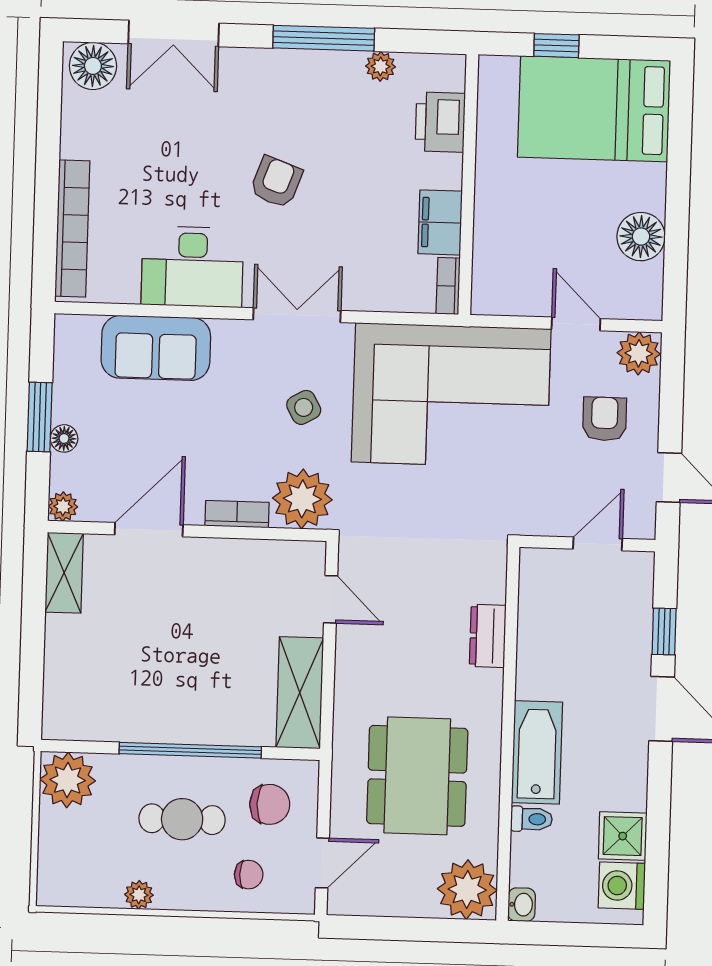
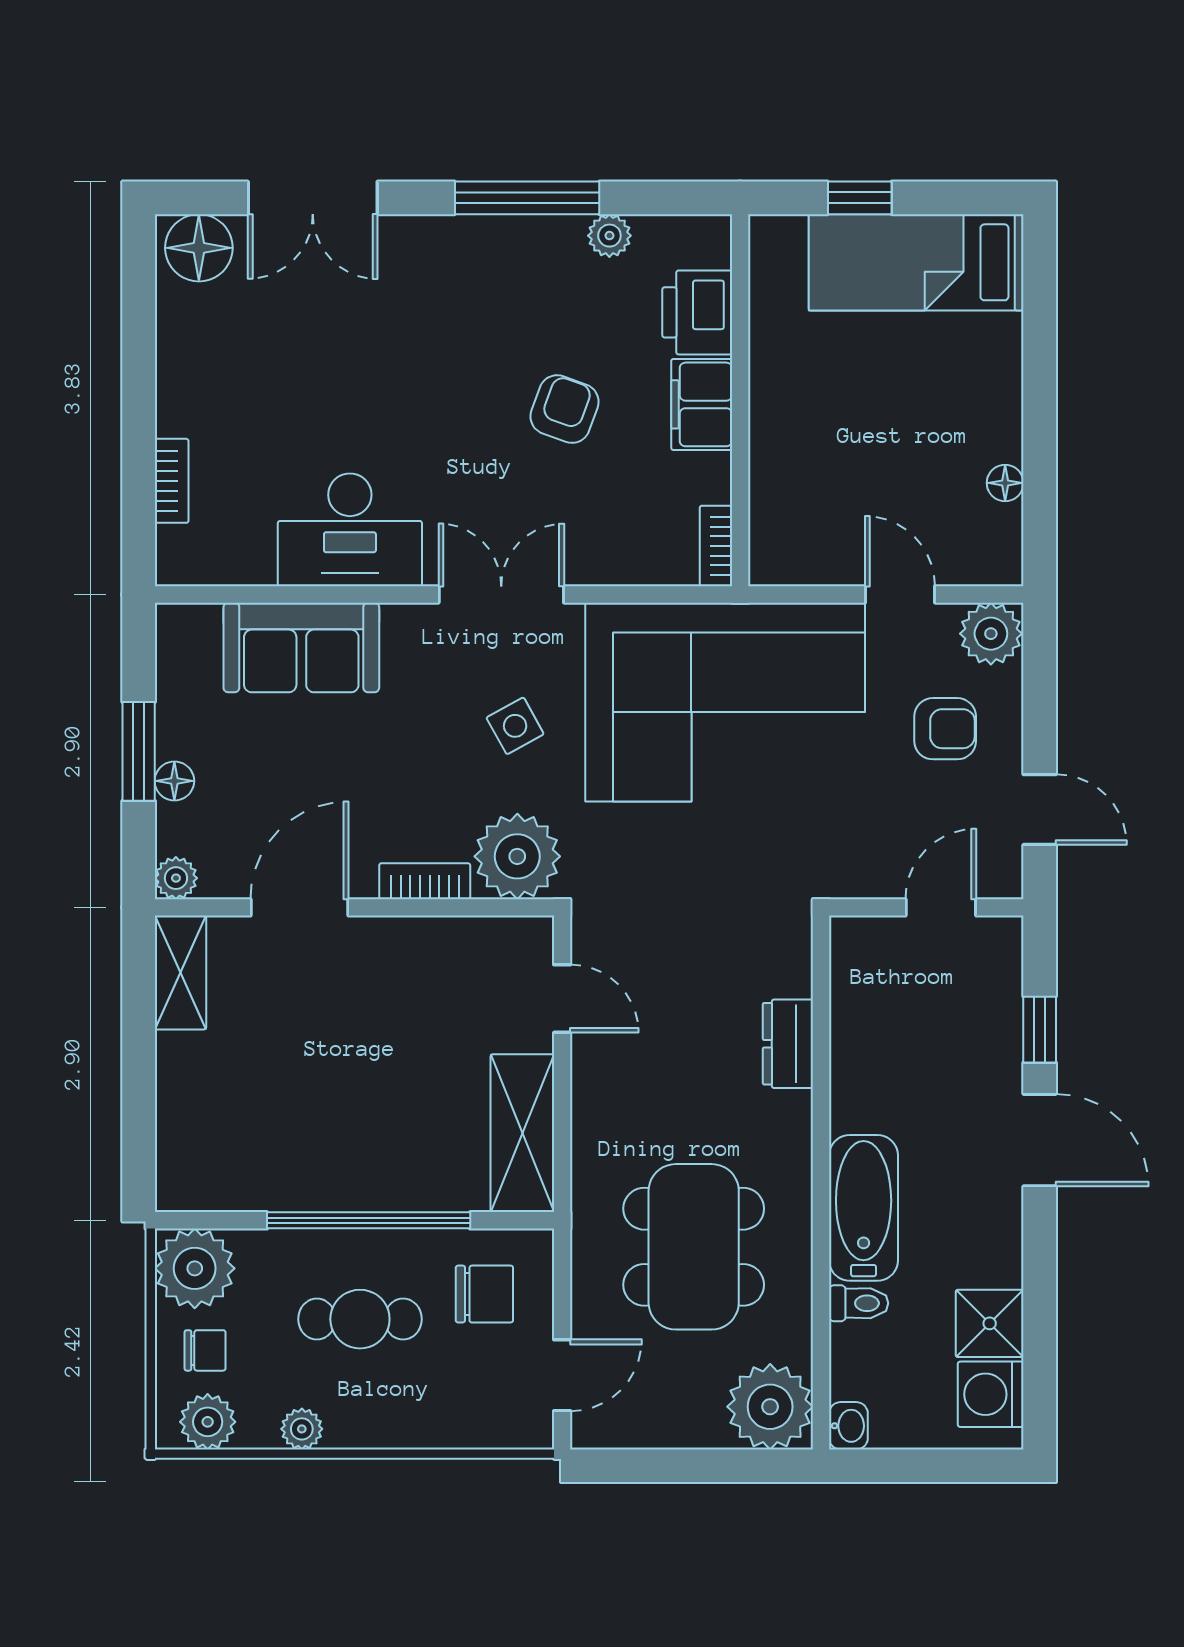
bed: (594, 109) -> (916, 262), width x0.67
armchair: (276, 182) -> (564, 409), moved
filing cabinet: (440, 222) -> (702, 404), moved
bookcase: (72, 229) -> (172, 481), width x0.43, depth x0.76
floor lamp: (641, 237) -> (1005, 483), width x0.53, depth x0.53
armchair: (605, 419) -> (945, 729), turned 90
chair: (249, 875) -> (205, 1350), moved
plant: (73, 888) -> (208, 1422), added

